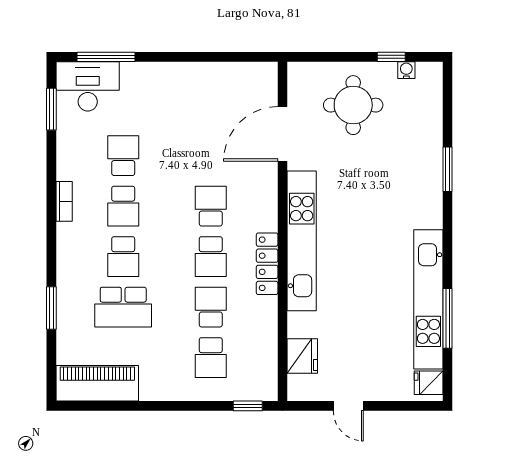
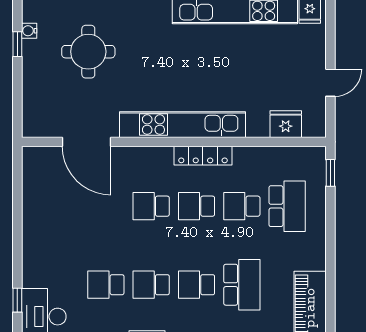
window: (106, 57) -> (17, 300), width x0.46
round table: (353, 105) -> (88, 52), moved
school desk: (123, 206) -> (151, 285), turned 180
school desk: (123, 257) -> (196, 285), turned 180
school desk: (211, 257) -> (196, 206), turned 180
school desk: (211, 358) -> (287, 206), width x1.85

